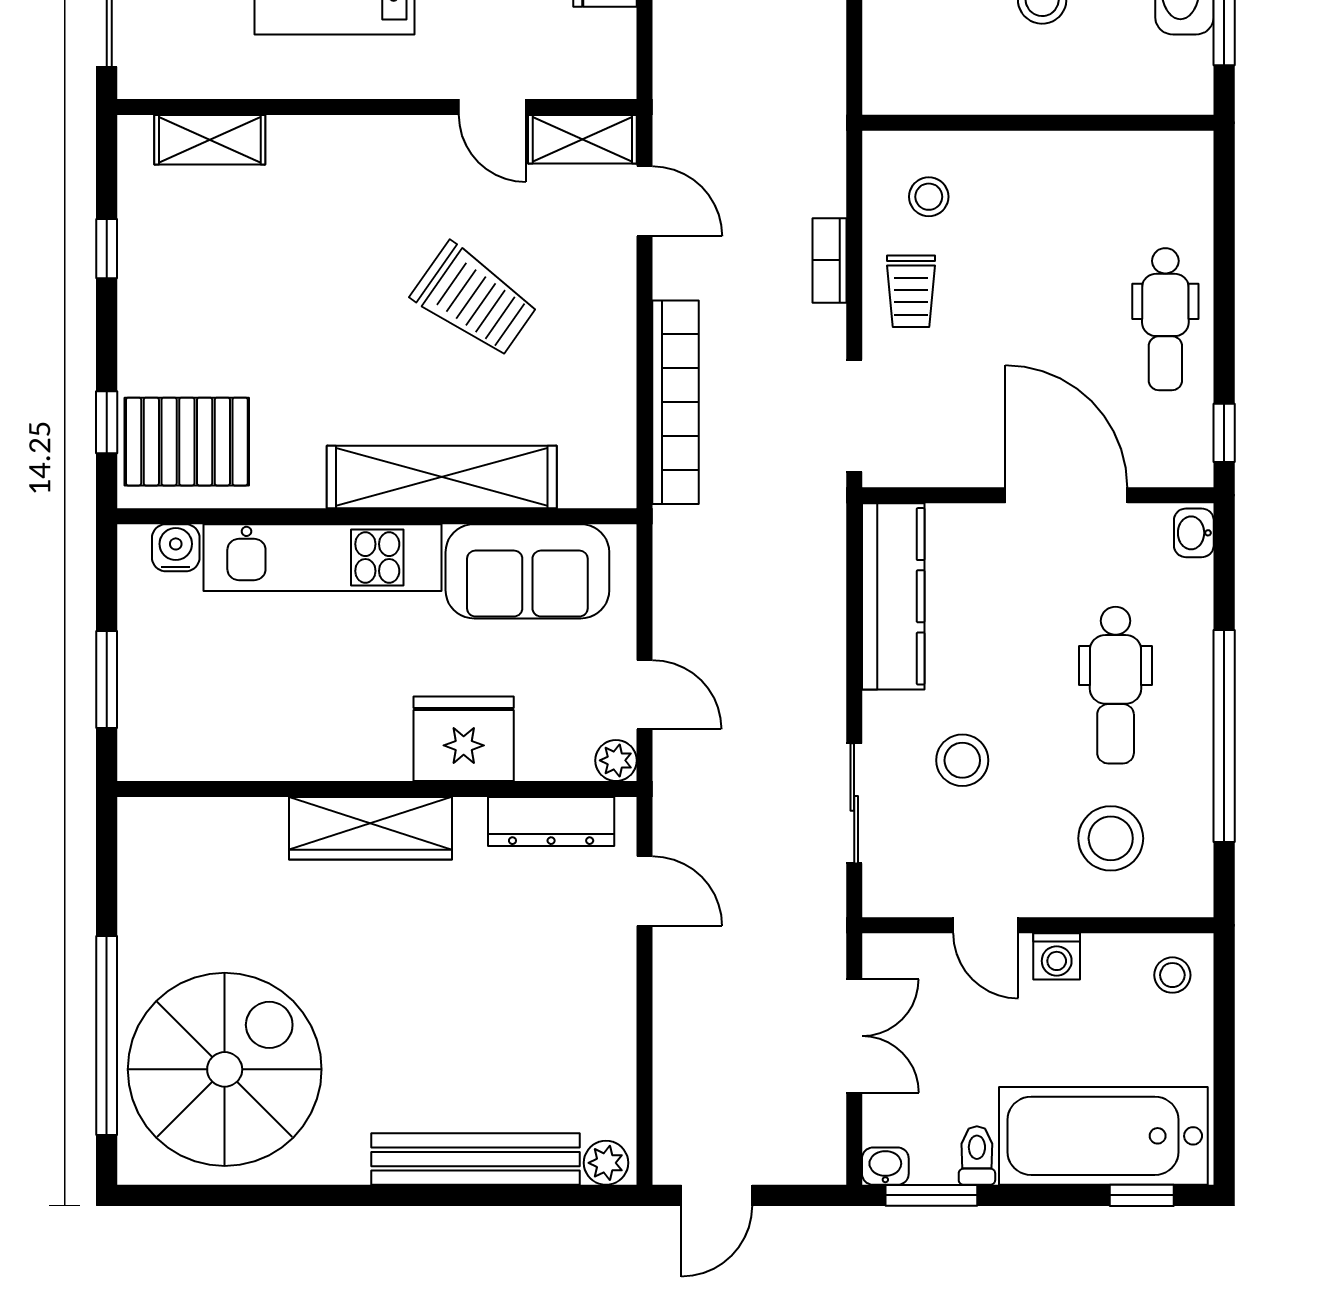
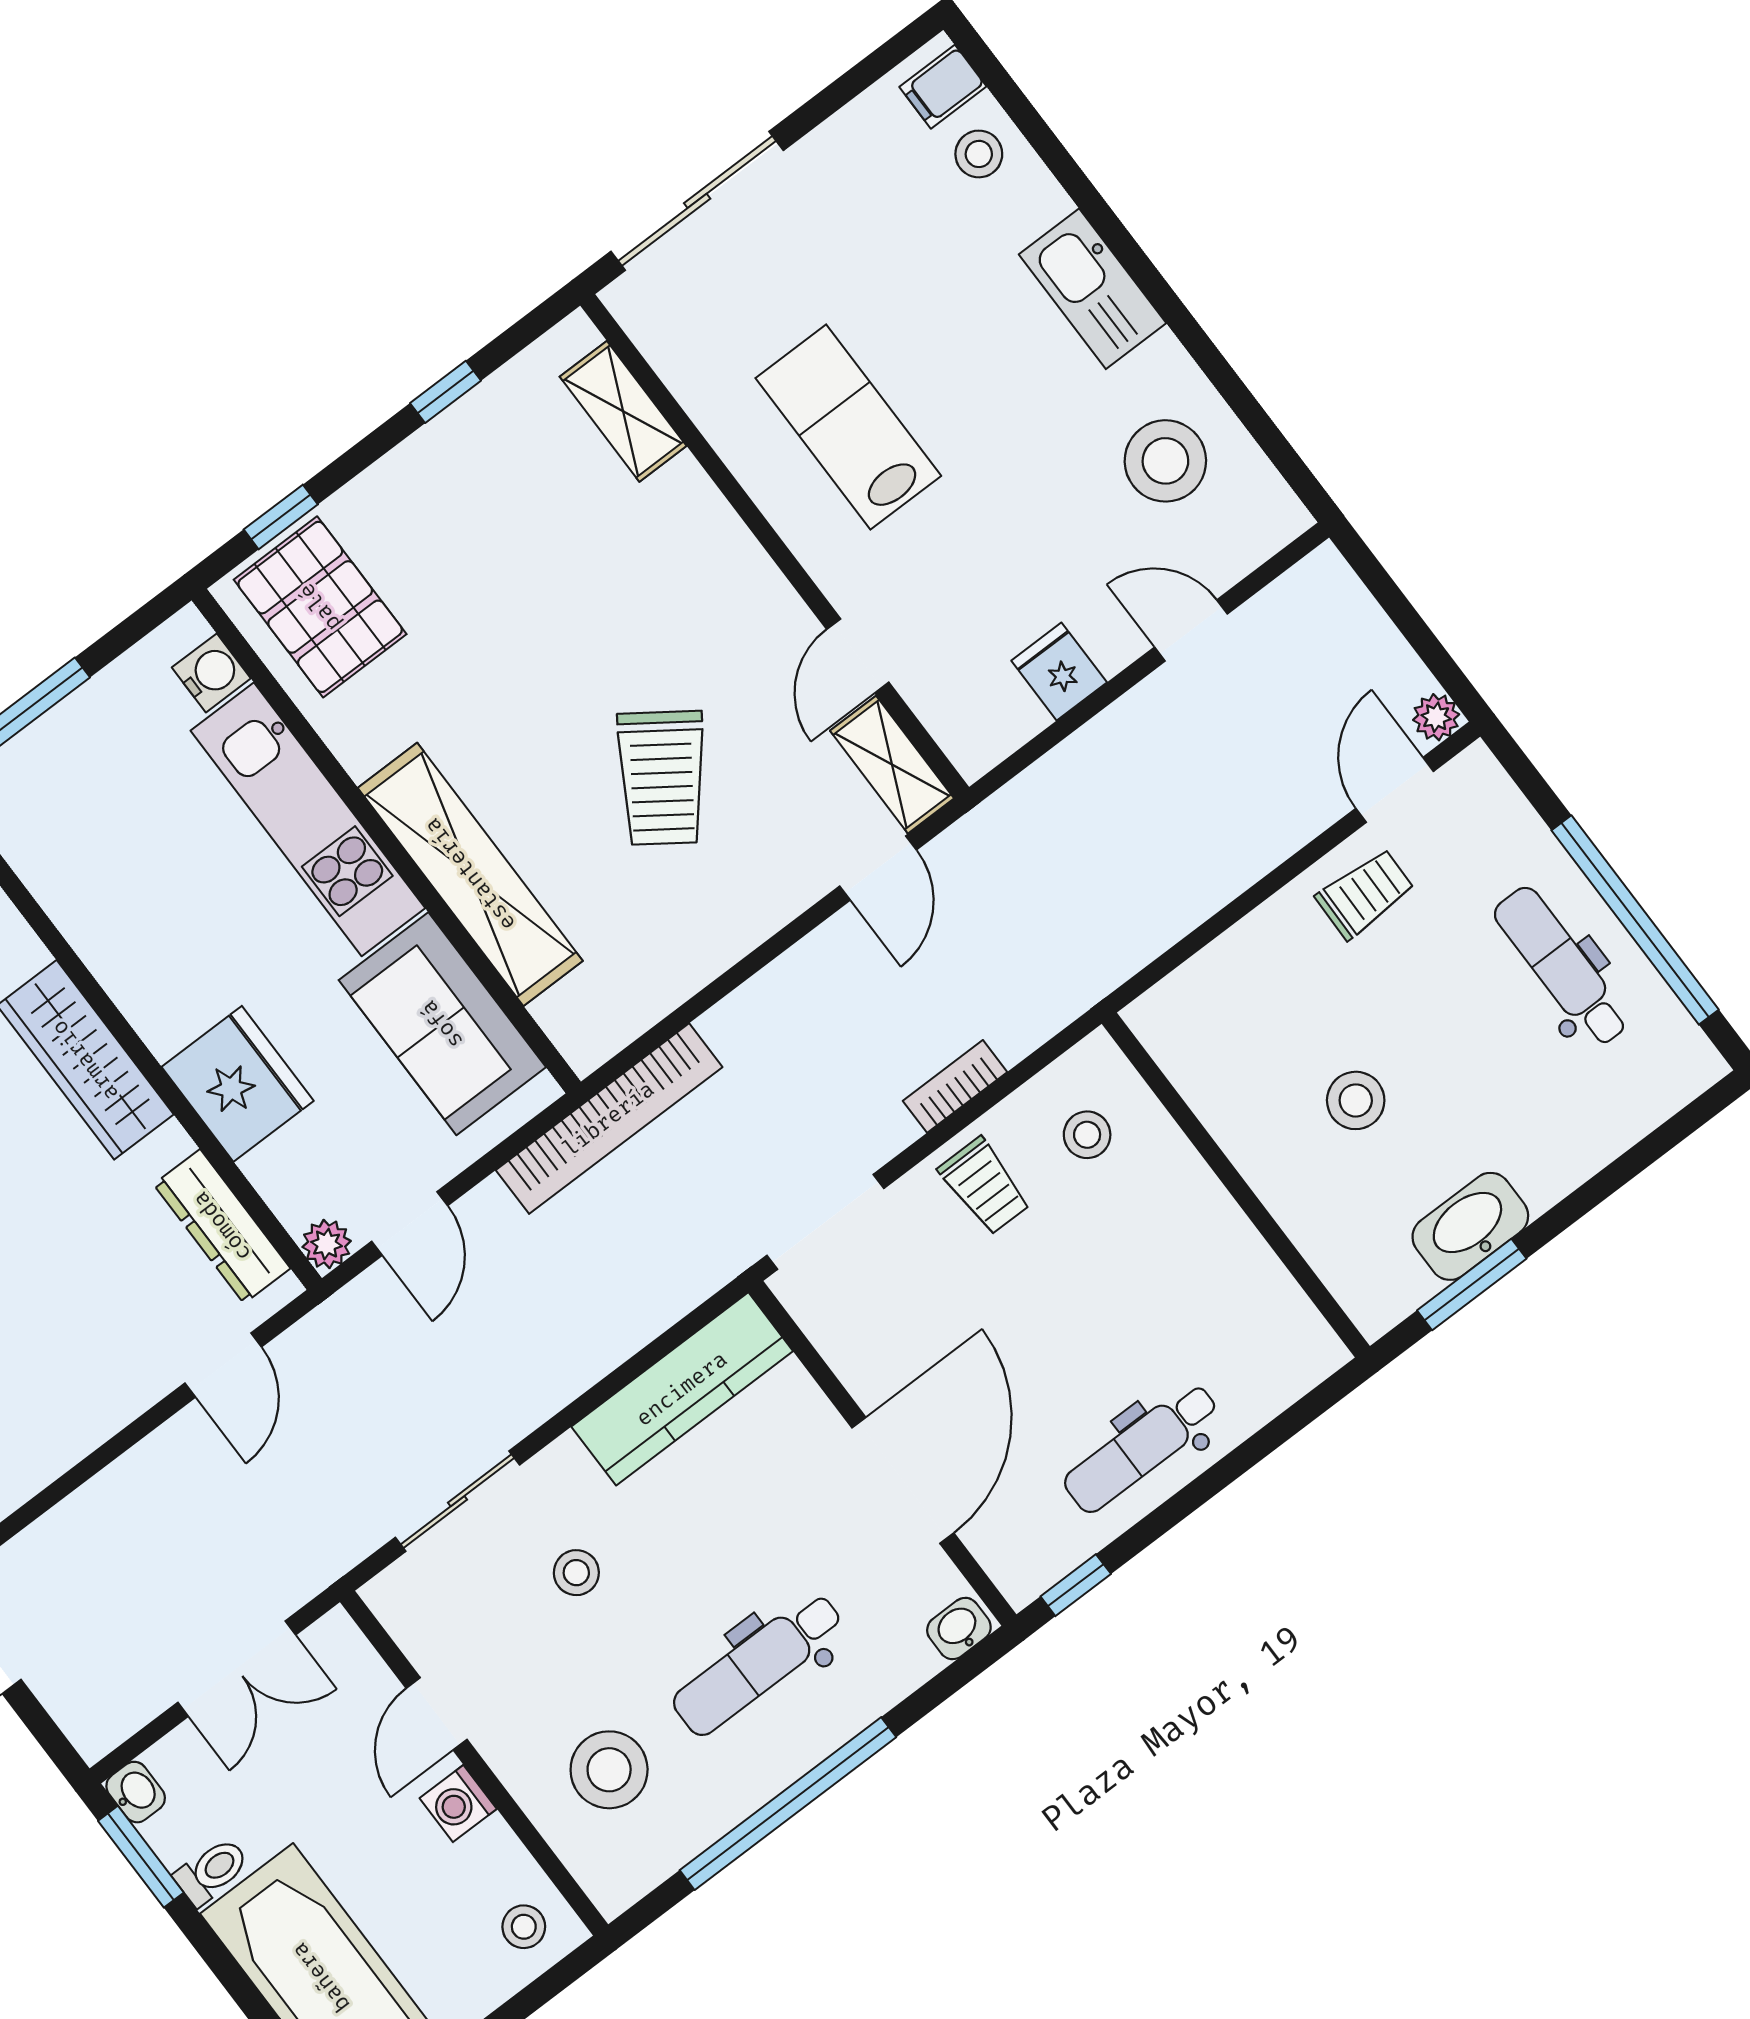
trolley: (911, 291) -> (985, 1186), turned -90
bookcase: (675, 402) -> (609, 1119), moved
stool: (962, 760) -> (576, 1573), width x0.73, depth x0.73

